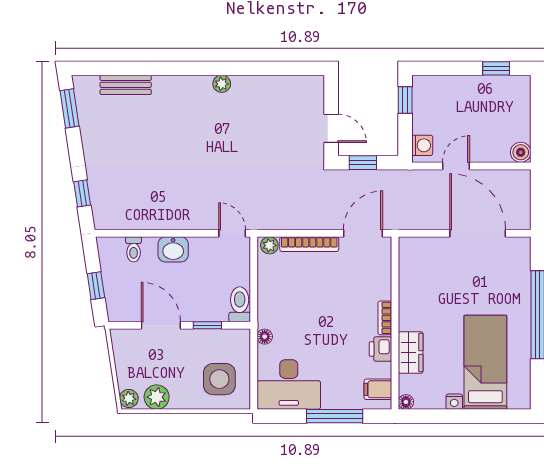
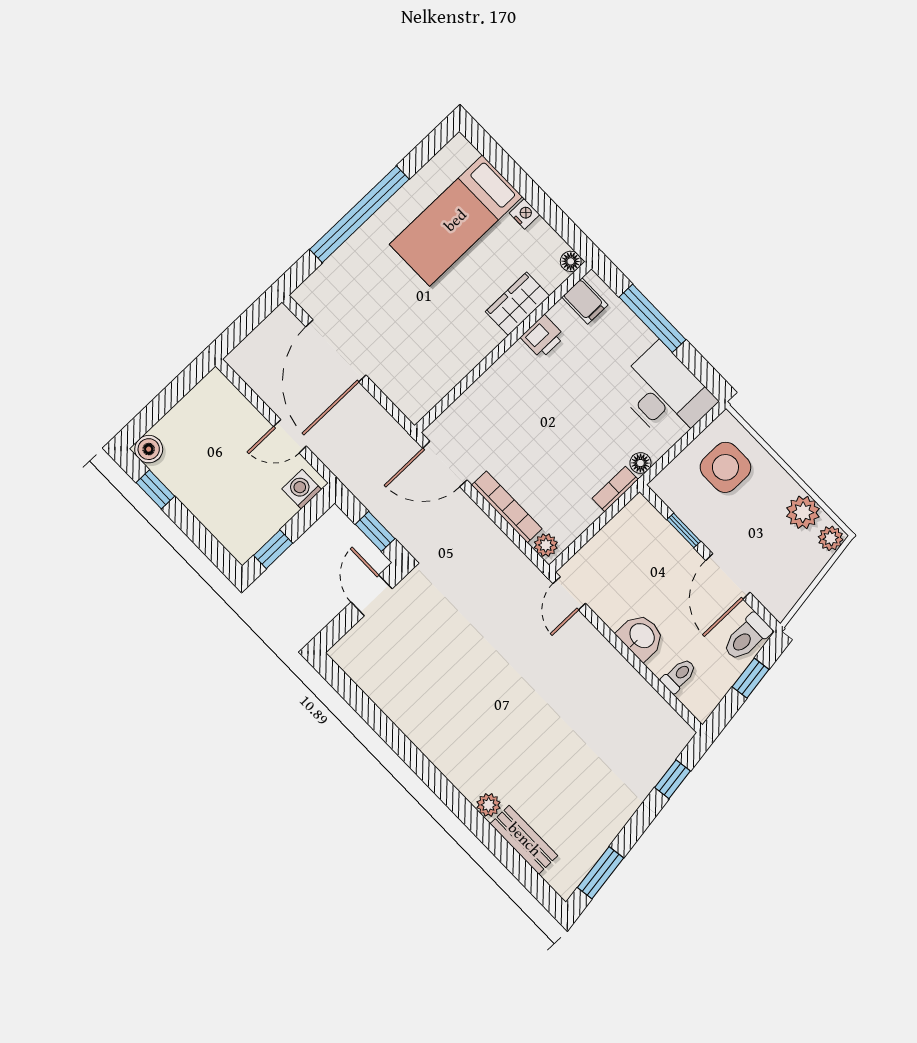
plant: (222, 84) -> (489, 805), moved
boiler: (521, 152) -> (149, 449), moved
toilet: (240, 304) -> (747, 637), moved
bookcase: (385, 318) -> (615, 489), moved, turned 180

